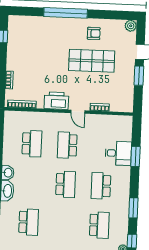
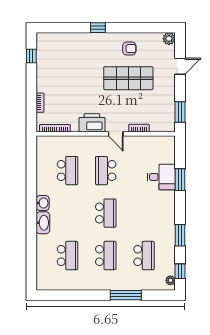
window: (66, 13) -> (98, 28), width x0.32
window: (139, 76) -> (180, 112), moved
school desk: (101, 186) -> (106, 256), moved, turned 180

